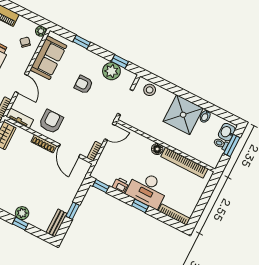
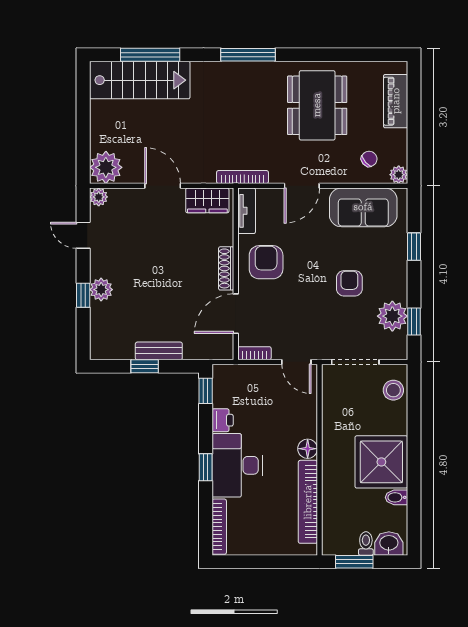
armchair: (51, 122) -> (266, 262), turned -90
window: (232, 145) -> (354, 562), moved
bench: (57, 223) -> (159, 351), moved

